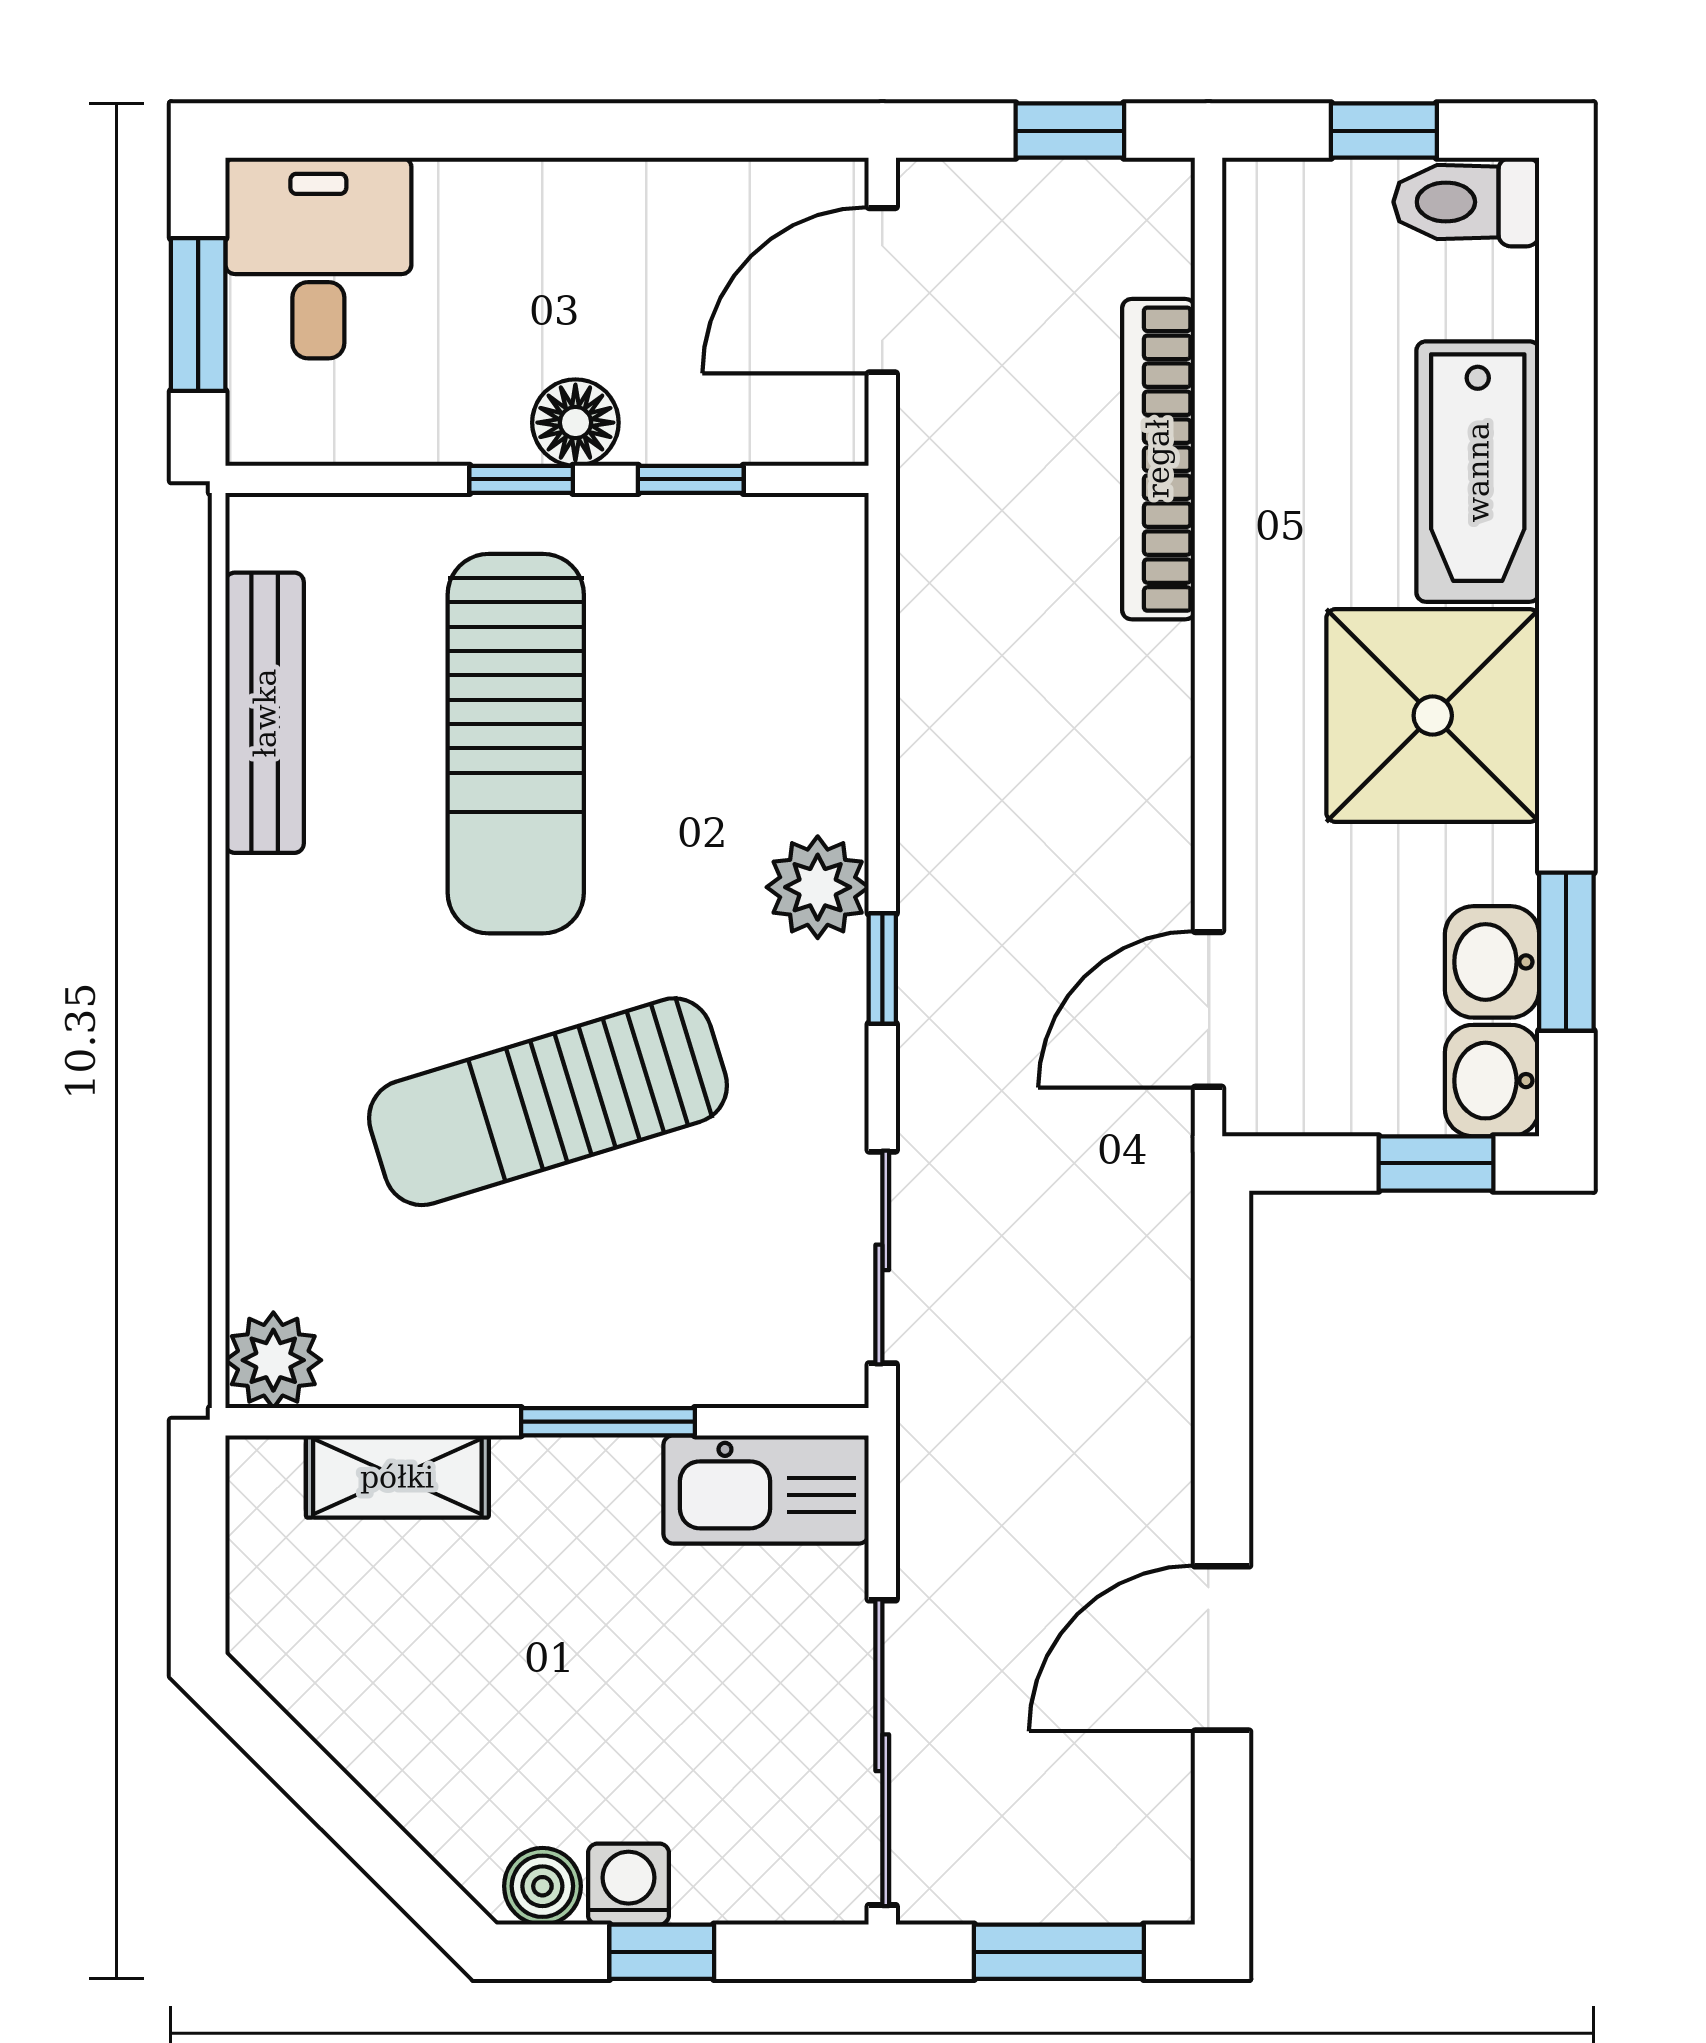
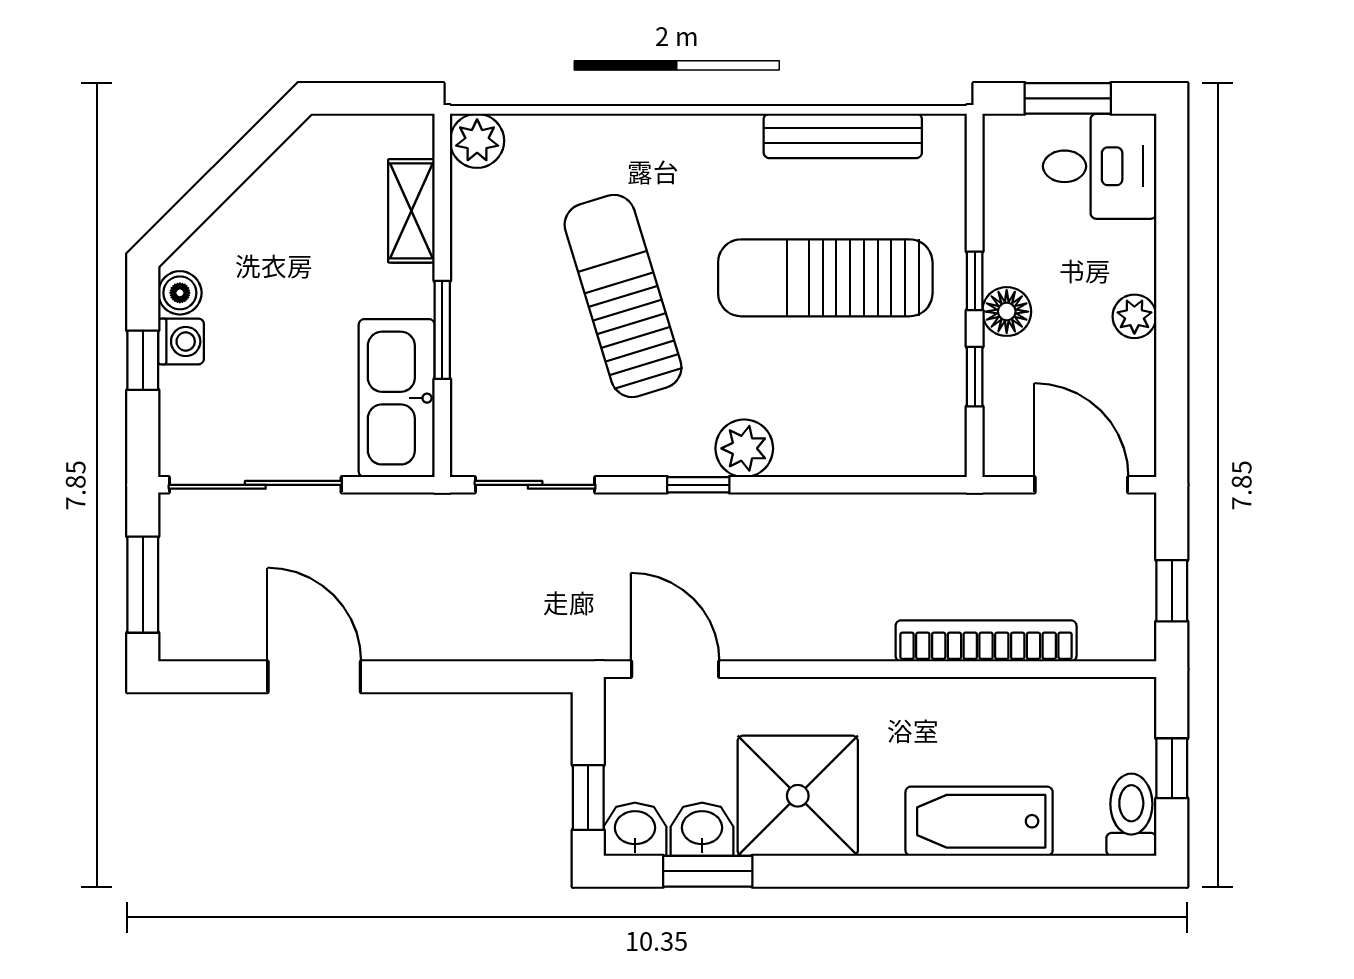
plant: (584, 196) -> (1134, 316), added
shower: (1433, 716) -> (798, 796), moved
kitchen sink: (766, 1489) -> (397, 398), width x1.36, depth x1.24

